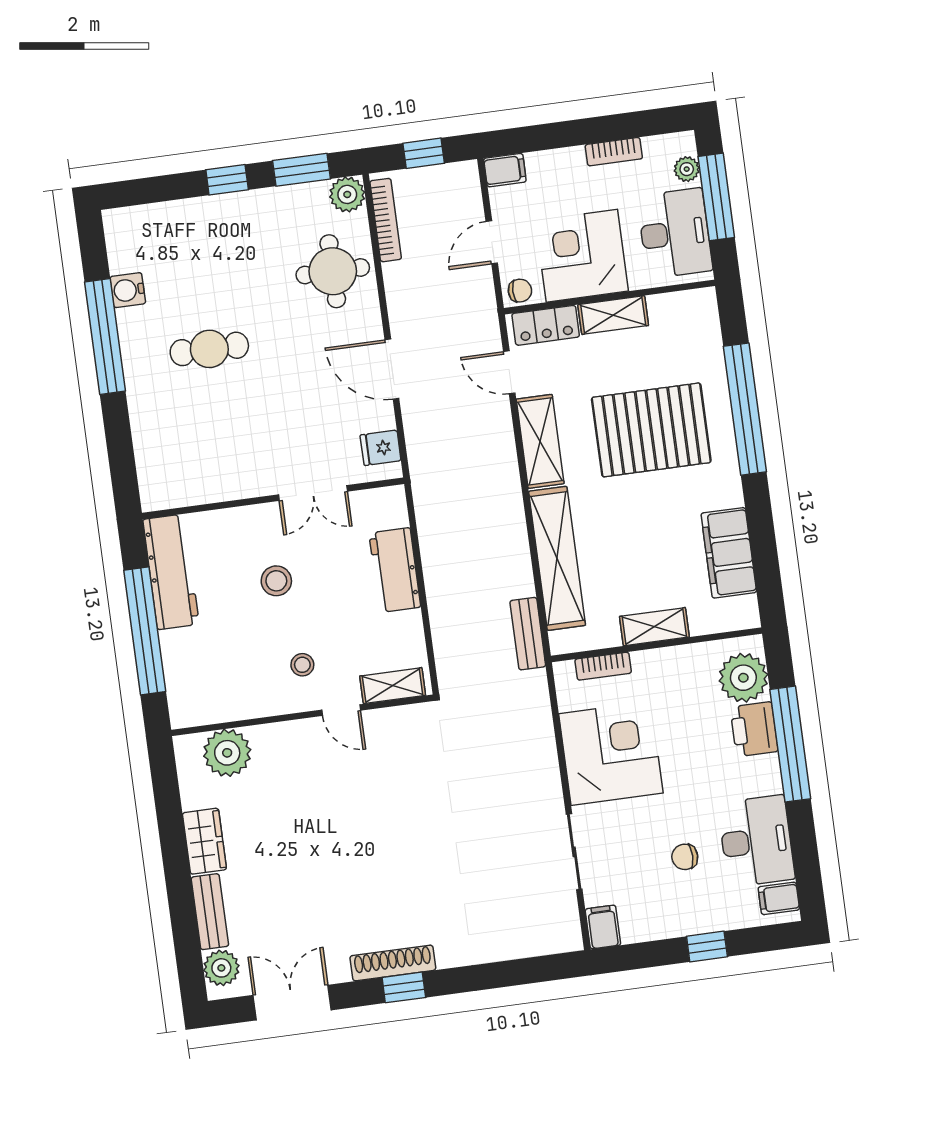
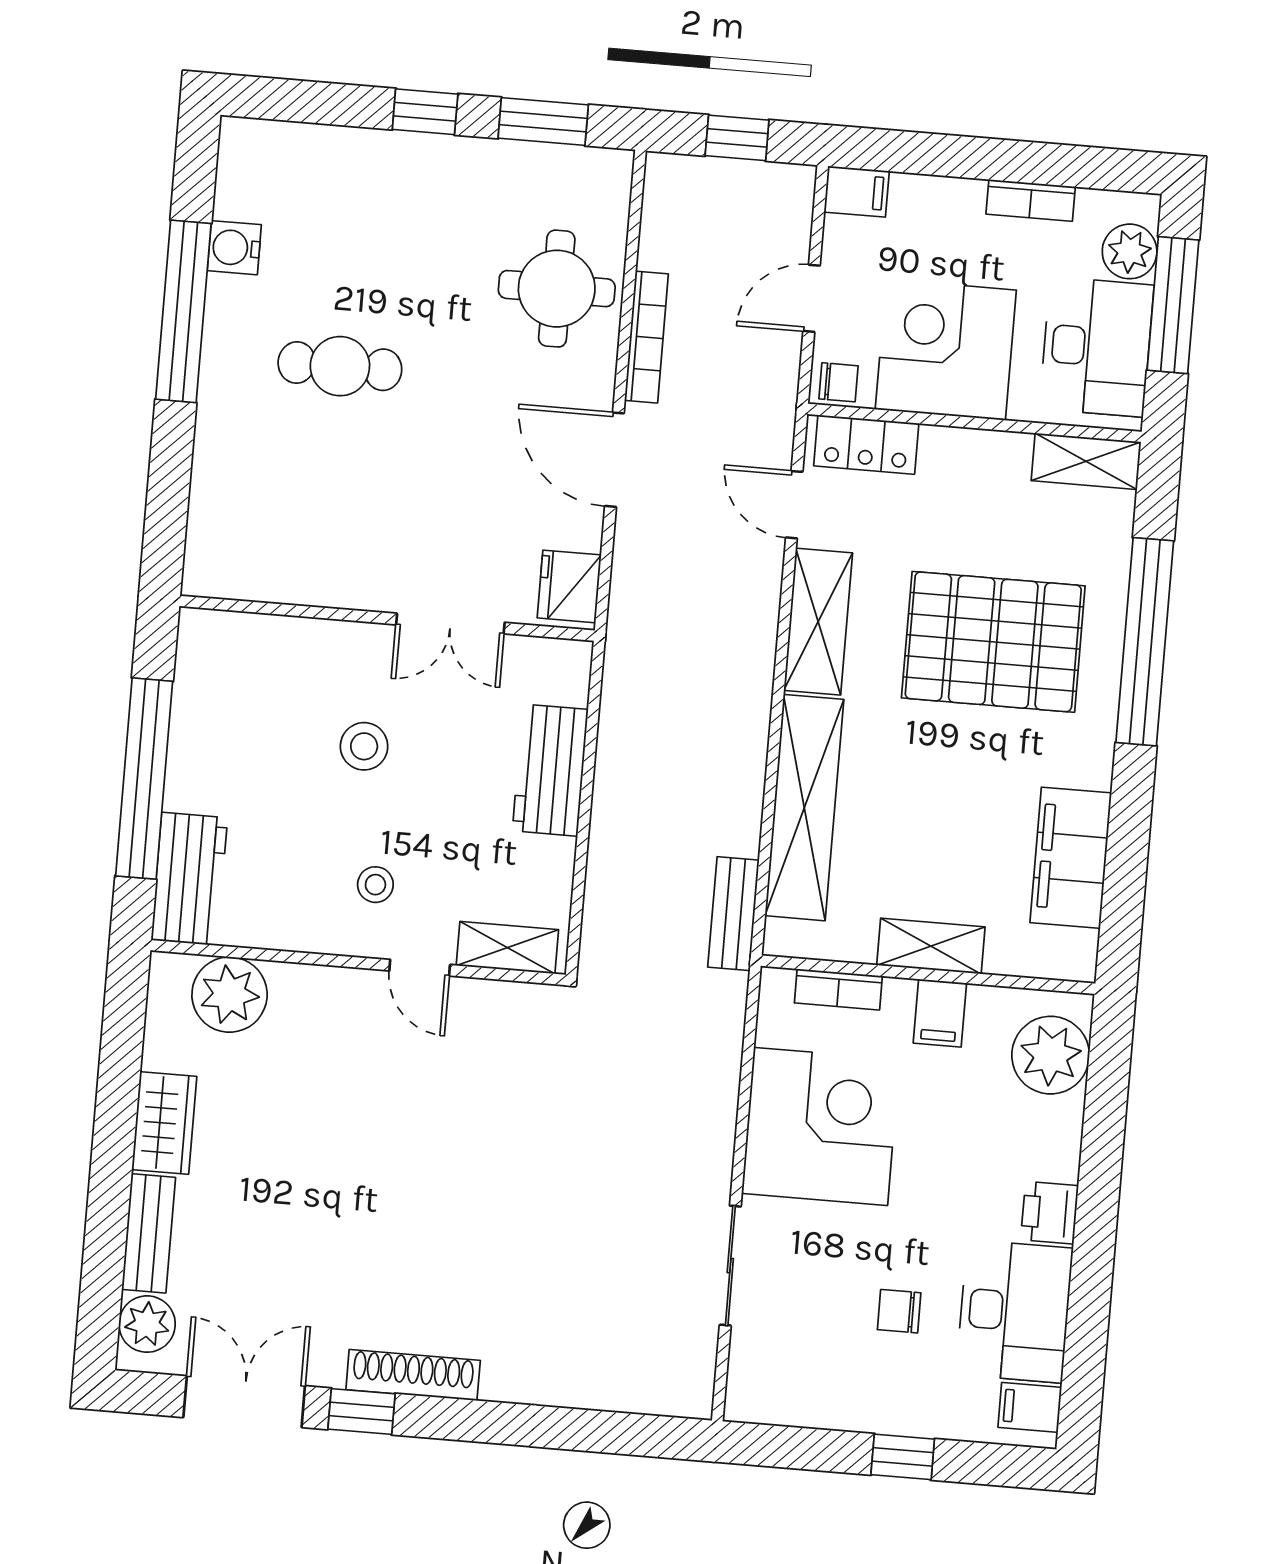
plant: (687, 169) -> (1130, 251), width x1.38, depth x1.38
plant: (347, 194) -> (605, 175), removed
bookcase: (386, 220) -> (646, 337), moved
shelving: (613, 315) -> (1086, 461), moved
fridge: (381, 448) -> (569, 586), width x1.38
workbench: (171, 572) -> (189, 879), moved, width x0.73
printer: (754, 729) -> (1050, 1213), moved, width x0.73, depth x0.81
window: (790, 744) -> (1100, 1173), removed
filing cabinet: (603, 927) -> (940, 1013), moved, turned 180
window: (404, 987) -> (361, 1411), moved

